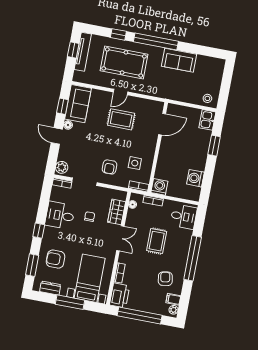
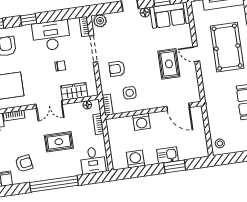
kitchen sink: (207, 120) -> (167, 155), moved
washing machine: (159, 187) -> (142, 122), moved, turned 90
desk: (60, 215) -> (51, 36), width x1.37

